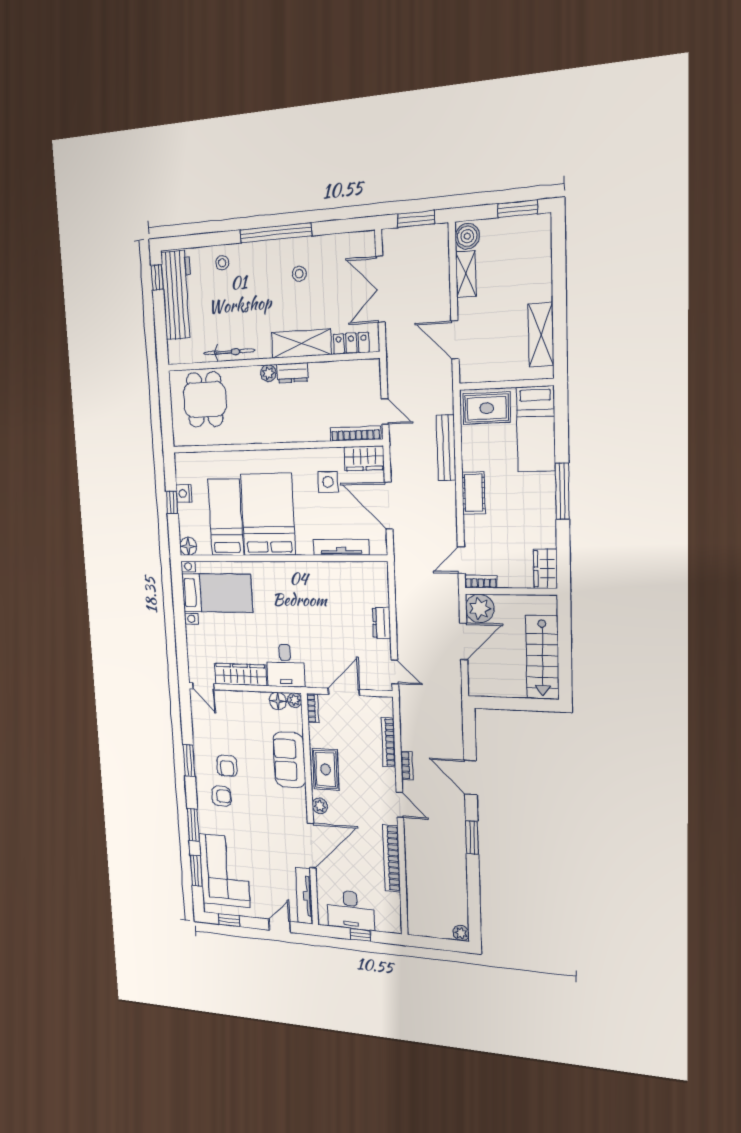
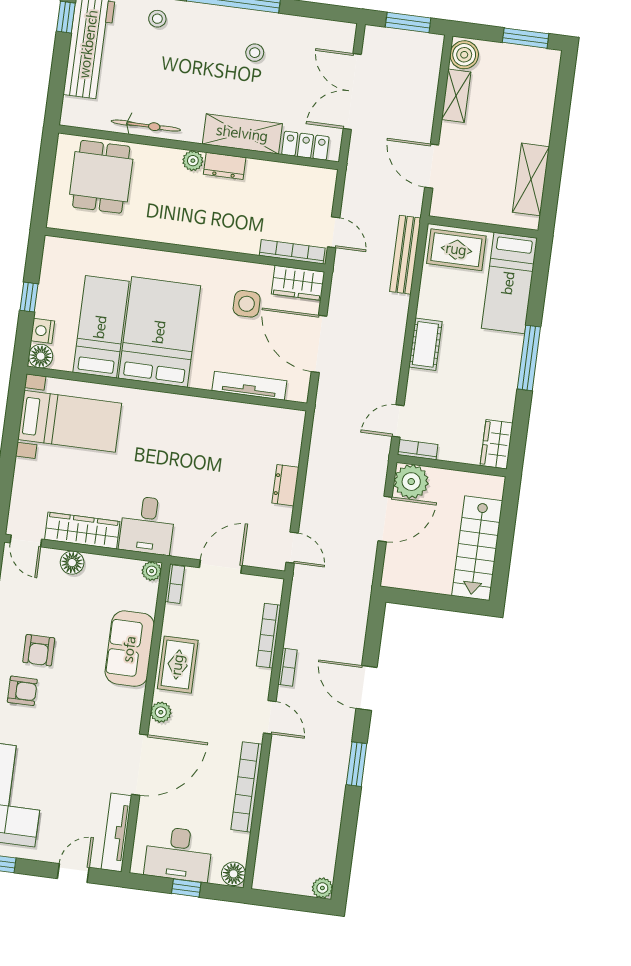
bench: (446, 448) -> (405, 255), moved
nightstand: (184, 494) -> (43, 331), moved
floor lamp: (278, 701) -> (72, 563), moved
floor lamp: (393, 924) -> (233, 874), added

